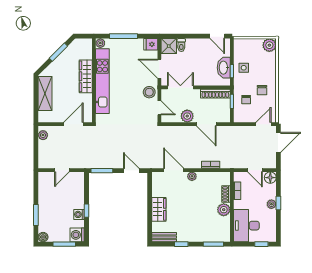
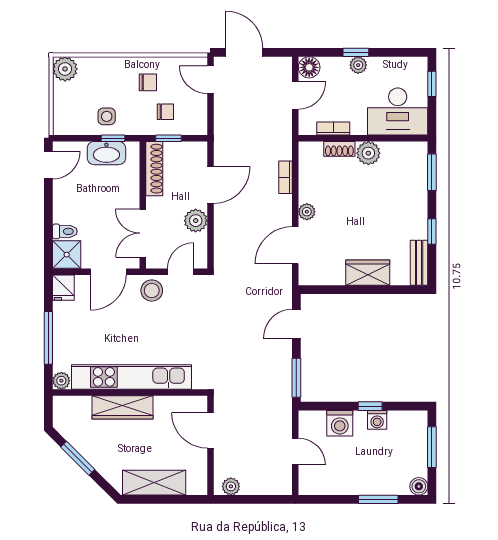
washing machine: (77, 235) -> (340, 423), moved

